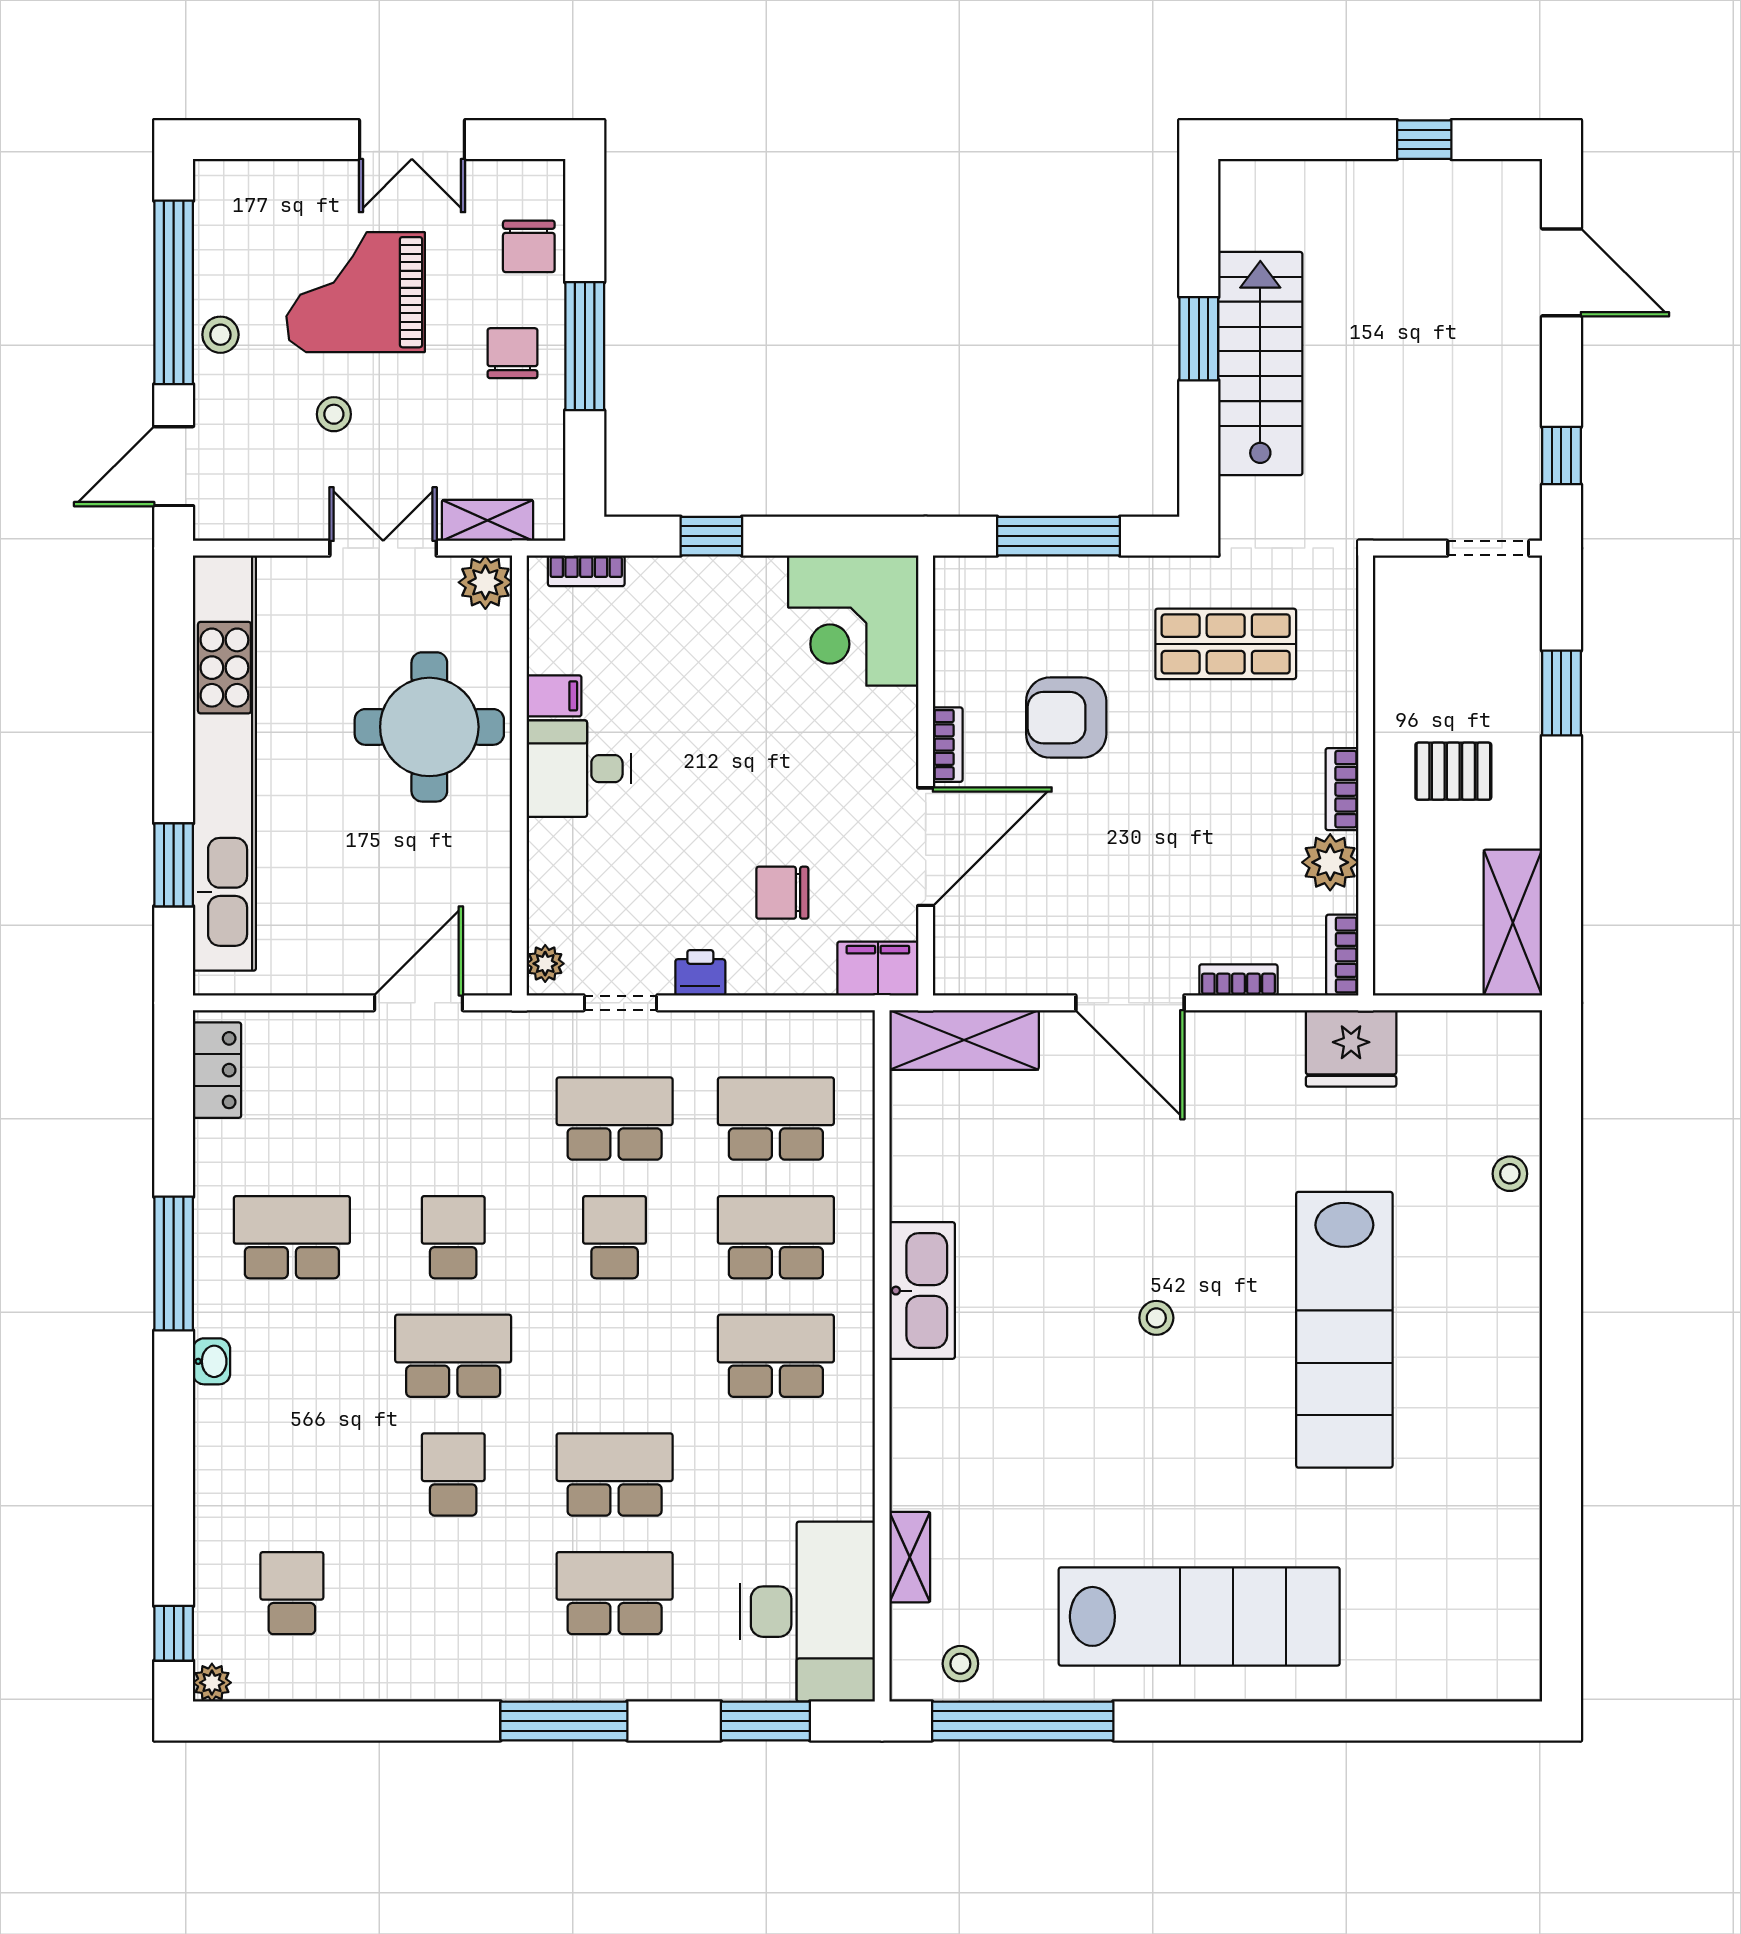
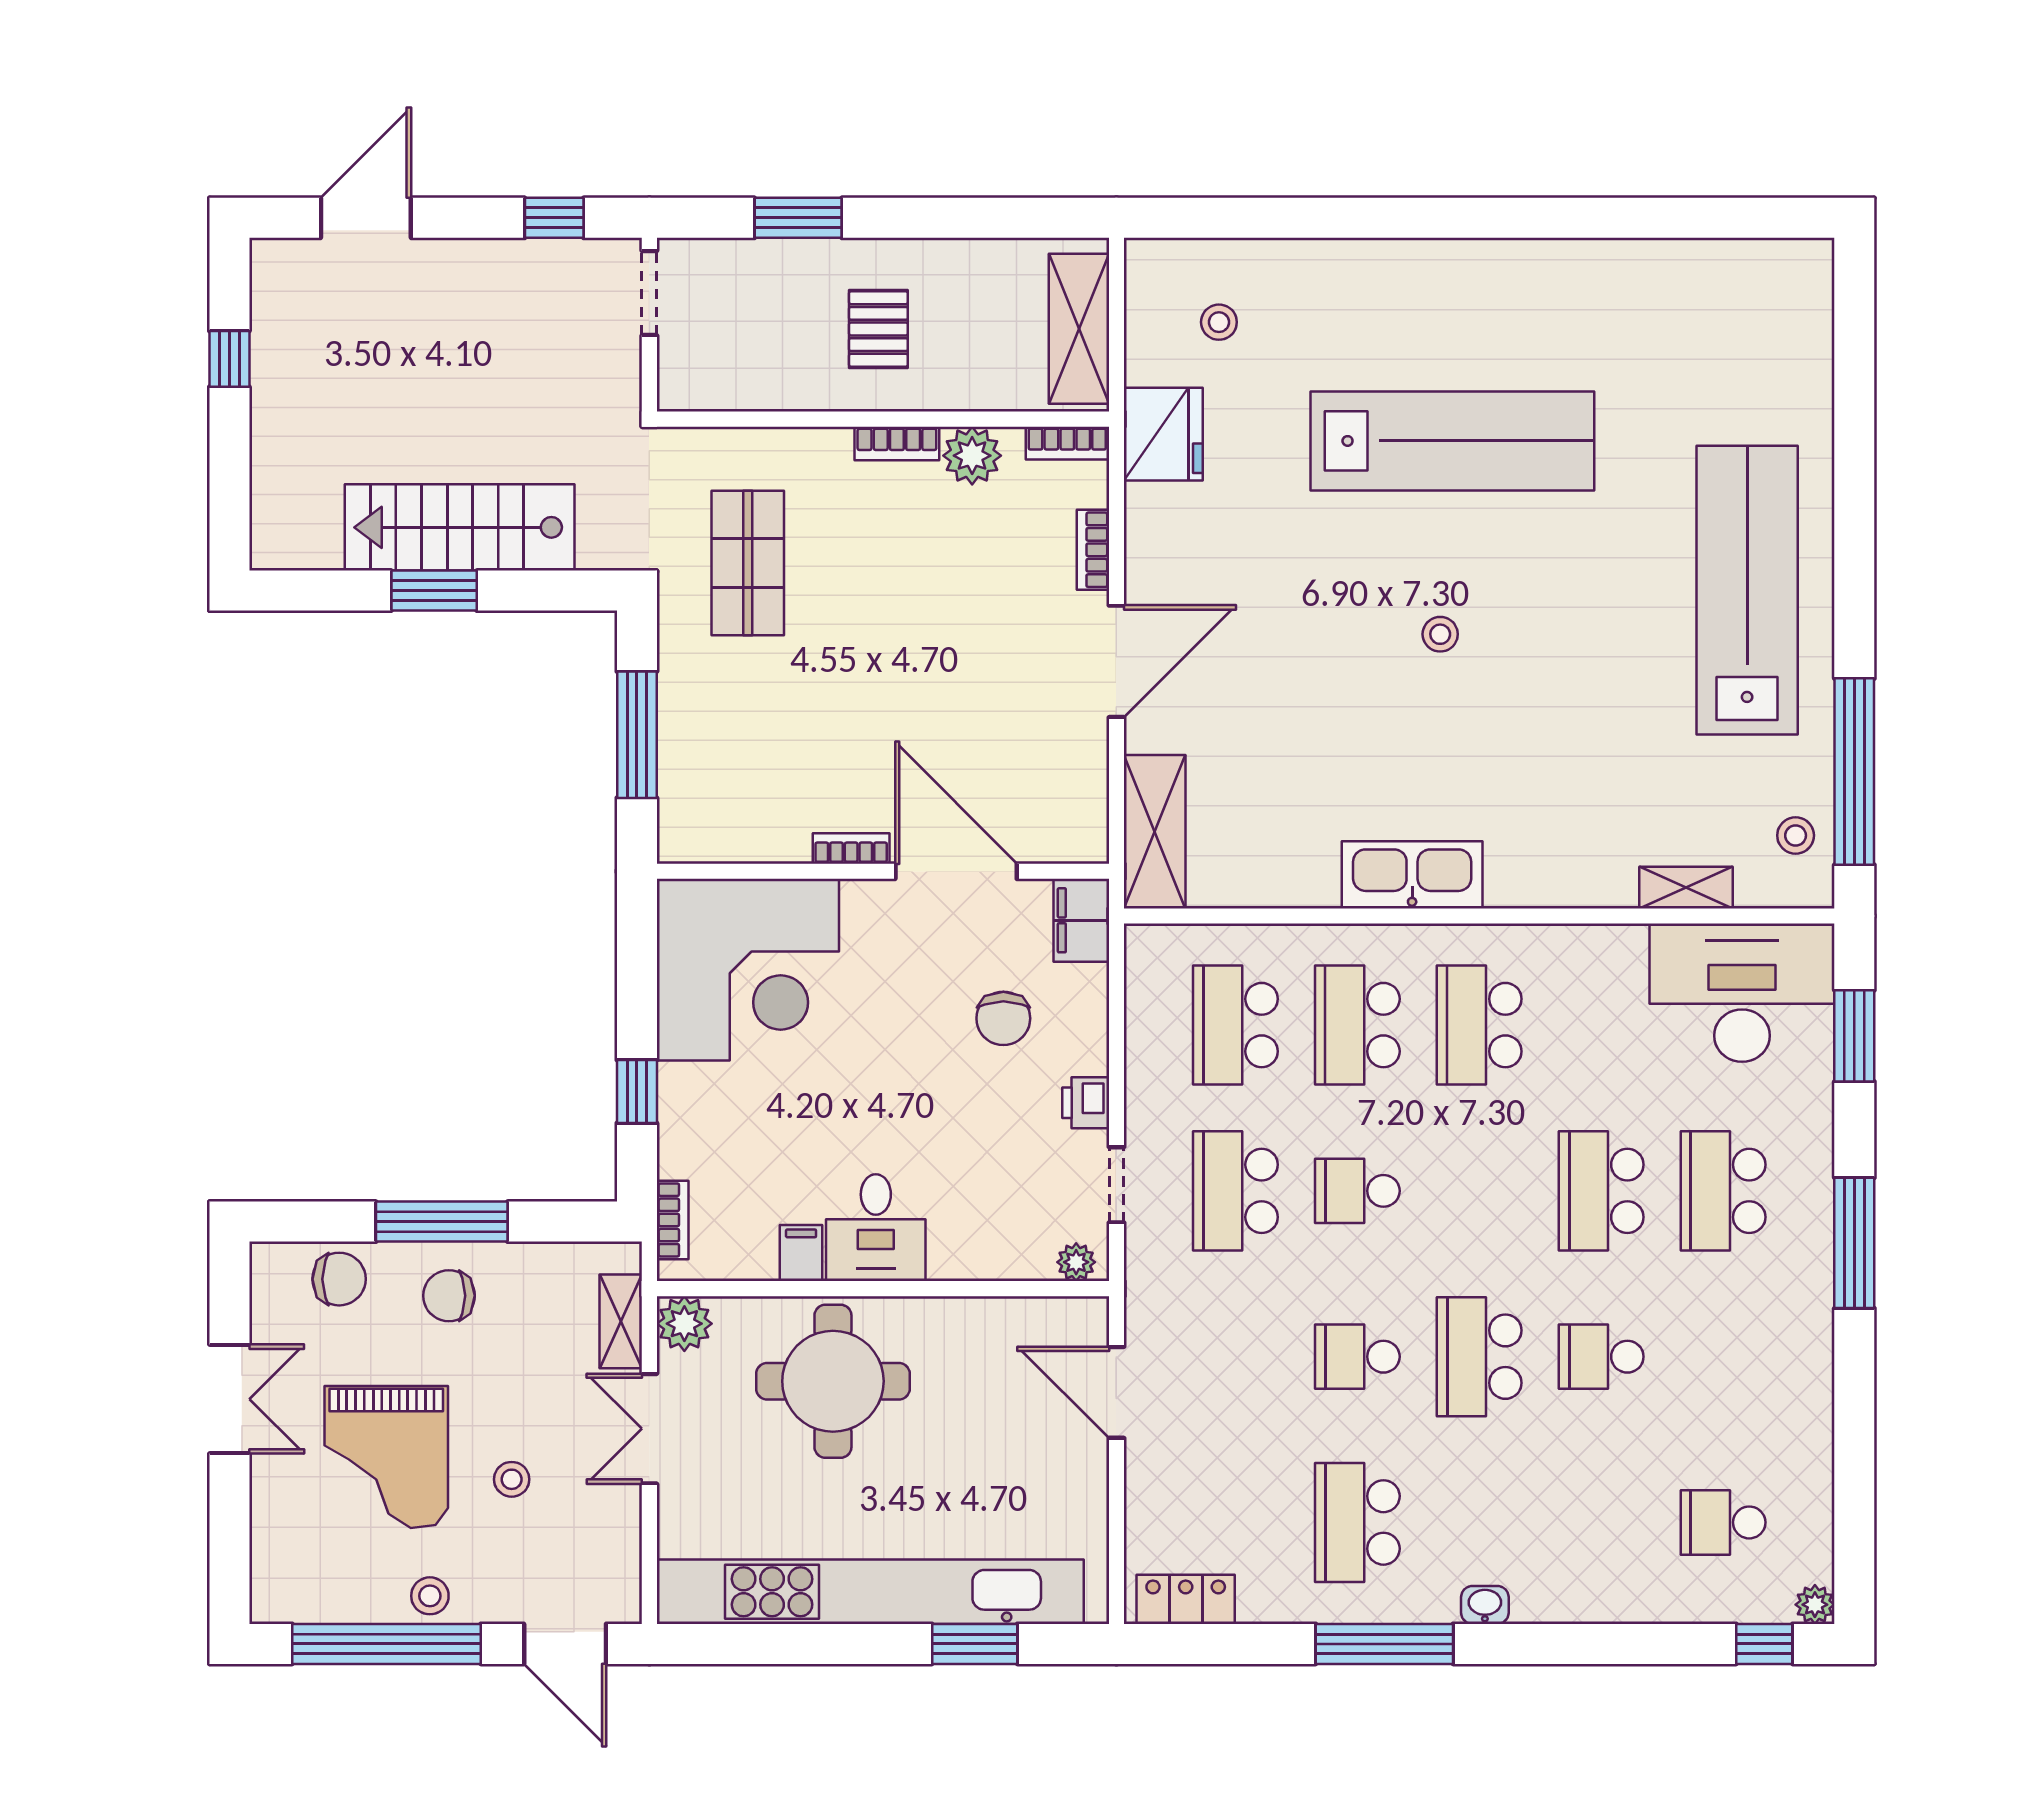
corner desk: (853, 621) -> (748, 970), width x1.36, depth x1.36
armchair: (1066, 718) -> (823, 727), removed
shelving: (1513, 923) -> (1079, 329), moved, turned 90
stool: (1510, 1174) -> (1219, 322), moved

